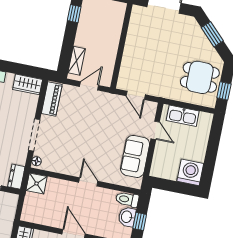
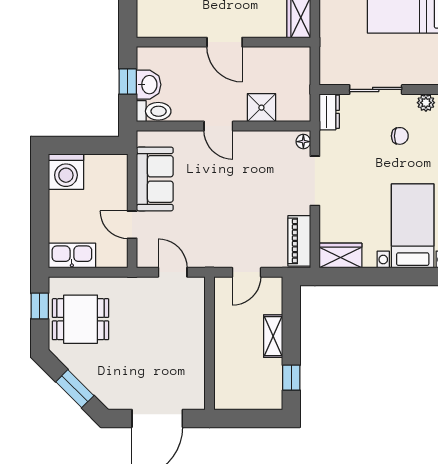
shelving: (77, 61) -> (273, 336), moved
kitchen sink: (183, 116) -> (72, 255), moved
shower: (37, 183) -> (261, 108), moved

